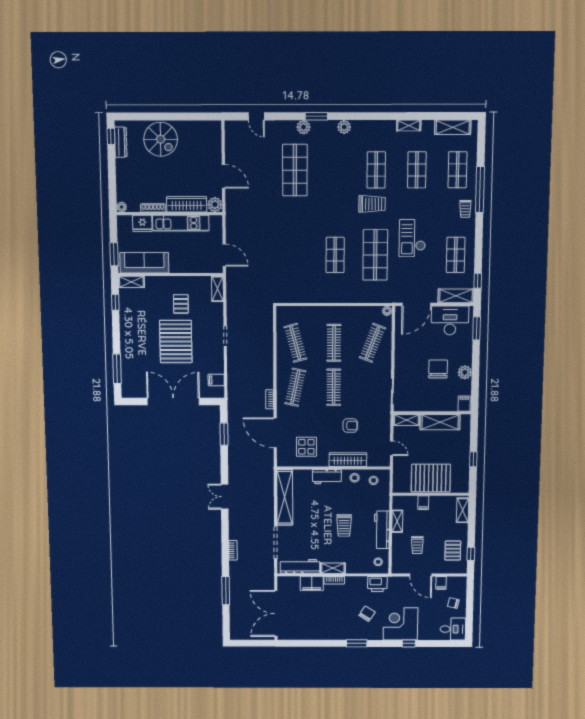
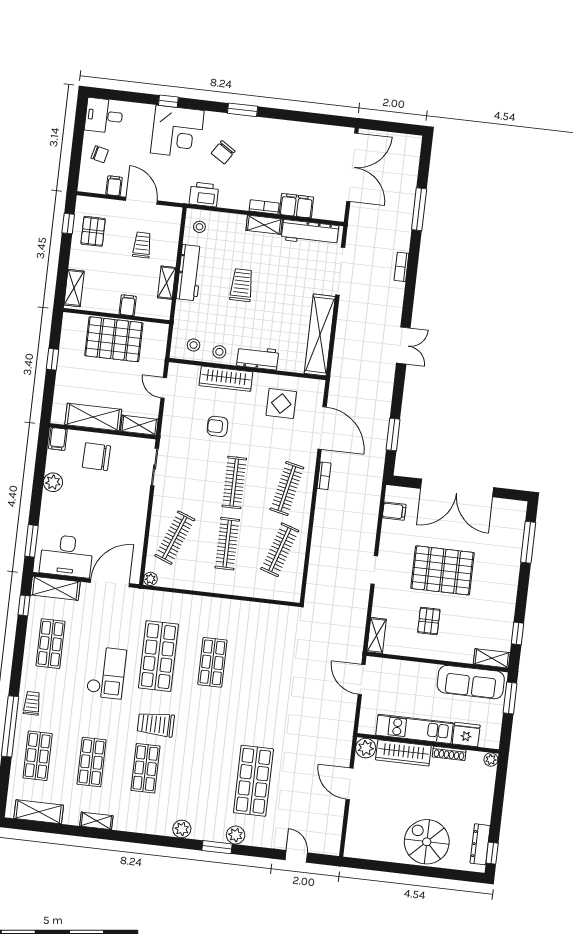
pallet: (176, 342) -> (442, 570), turned 90
clothes rail: (295, 343) -> (280, 550), turned 33
chair: (438, 369) -> (96, 457), moved, turned 91

